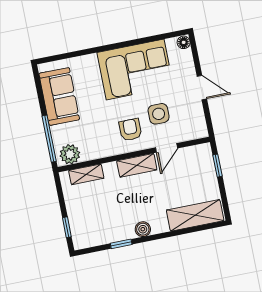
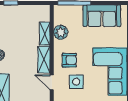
plant: (70, 154) -> (61, 32), moved
shelving: (86, 174) -> (45, 34), moved

